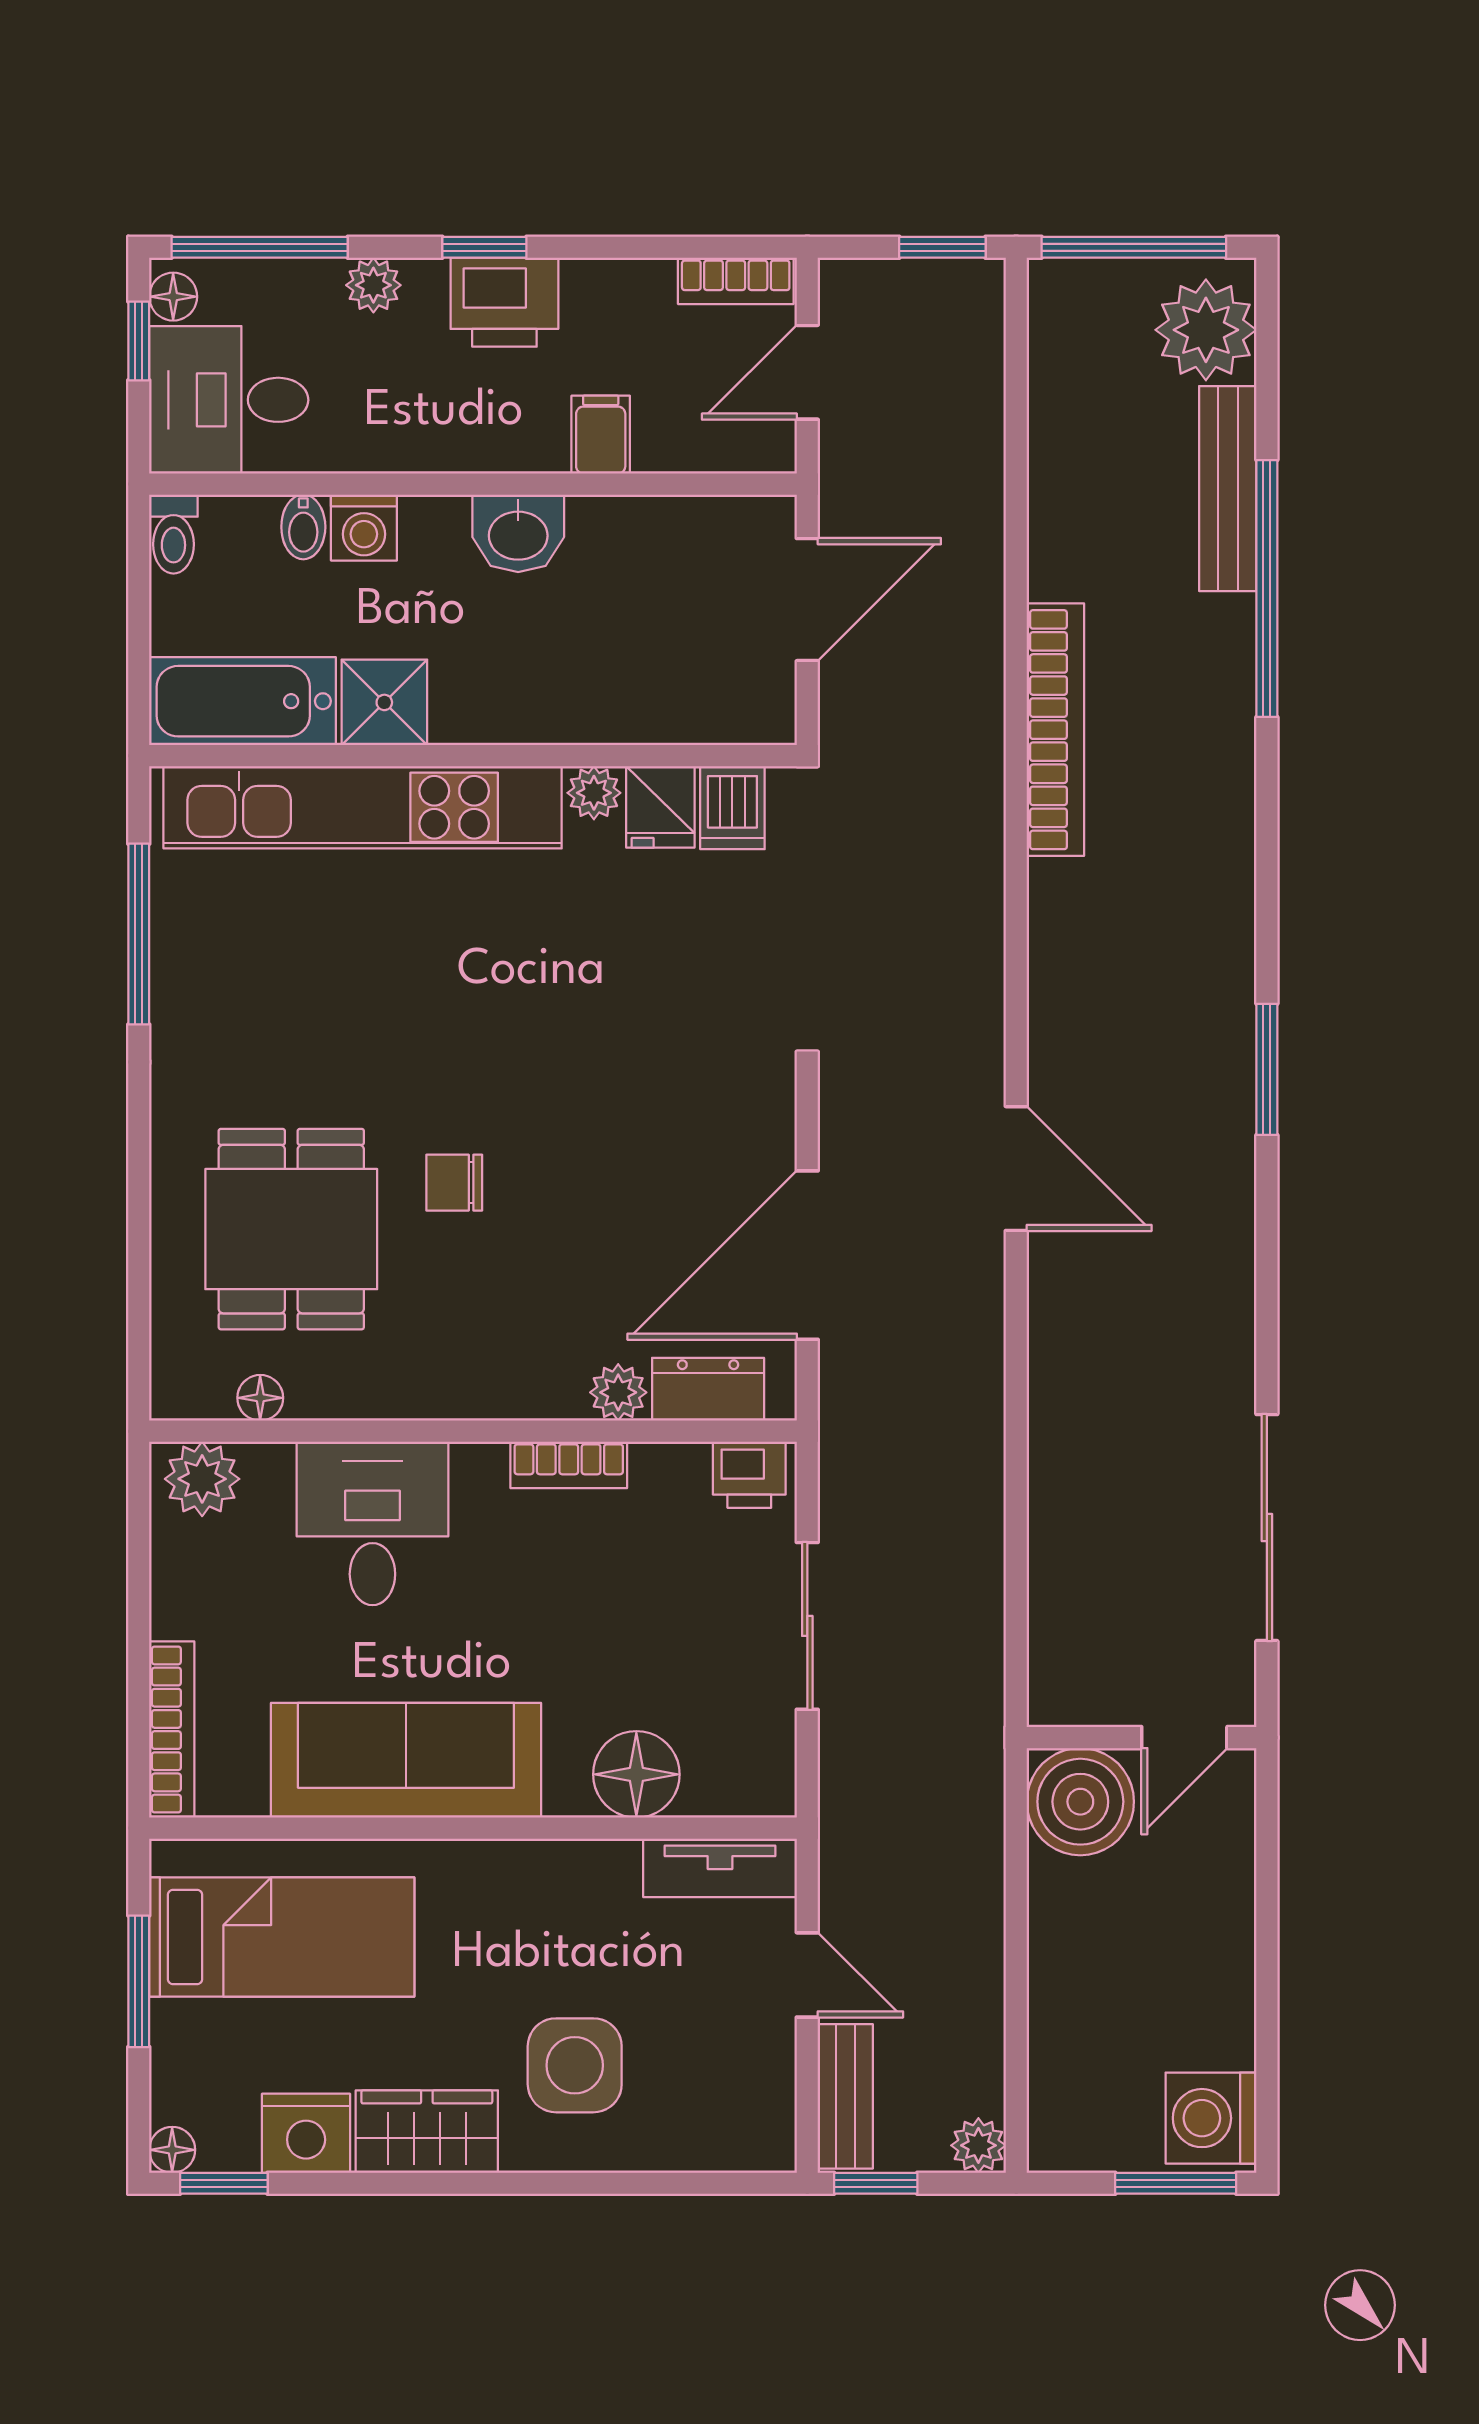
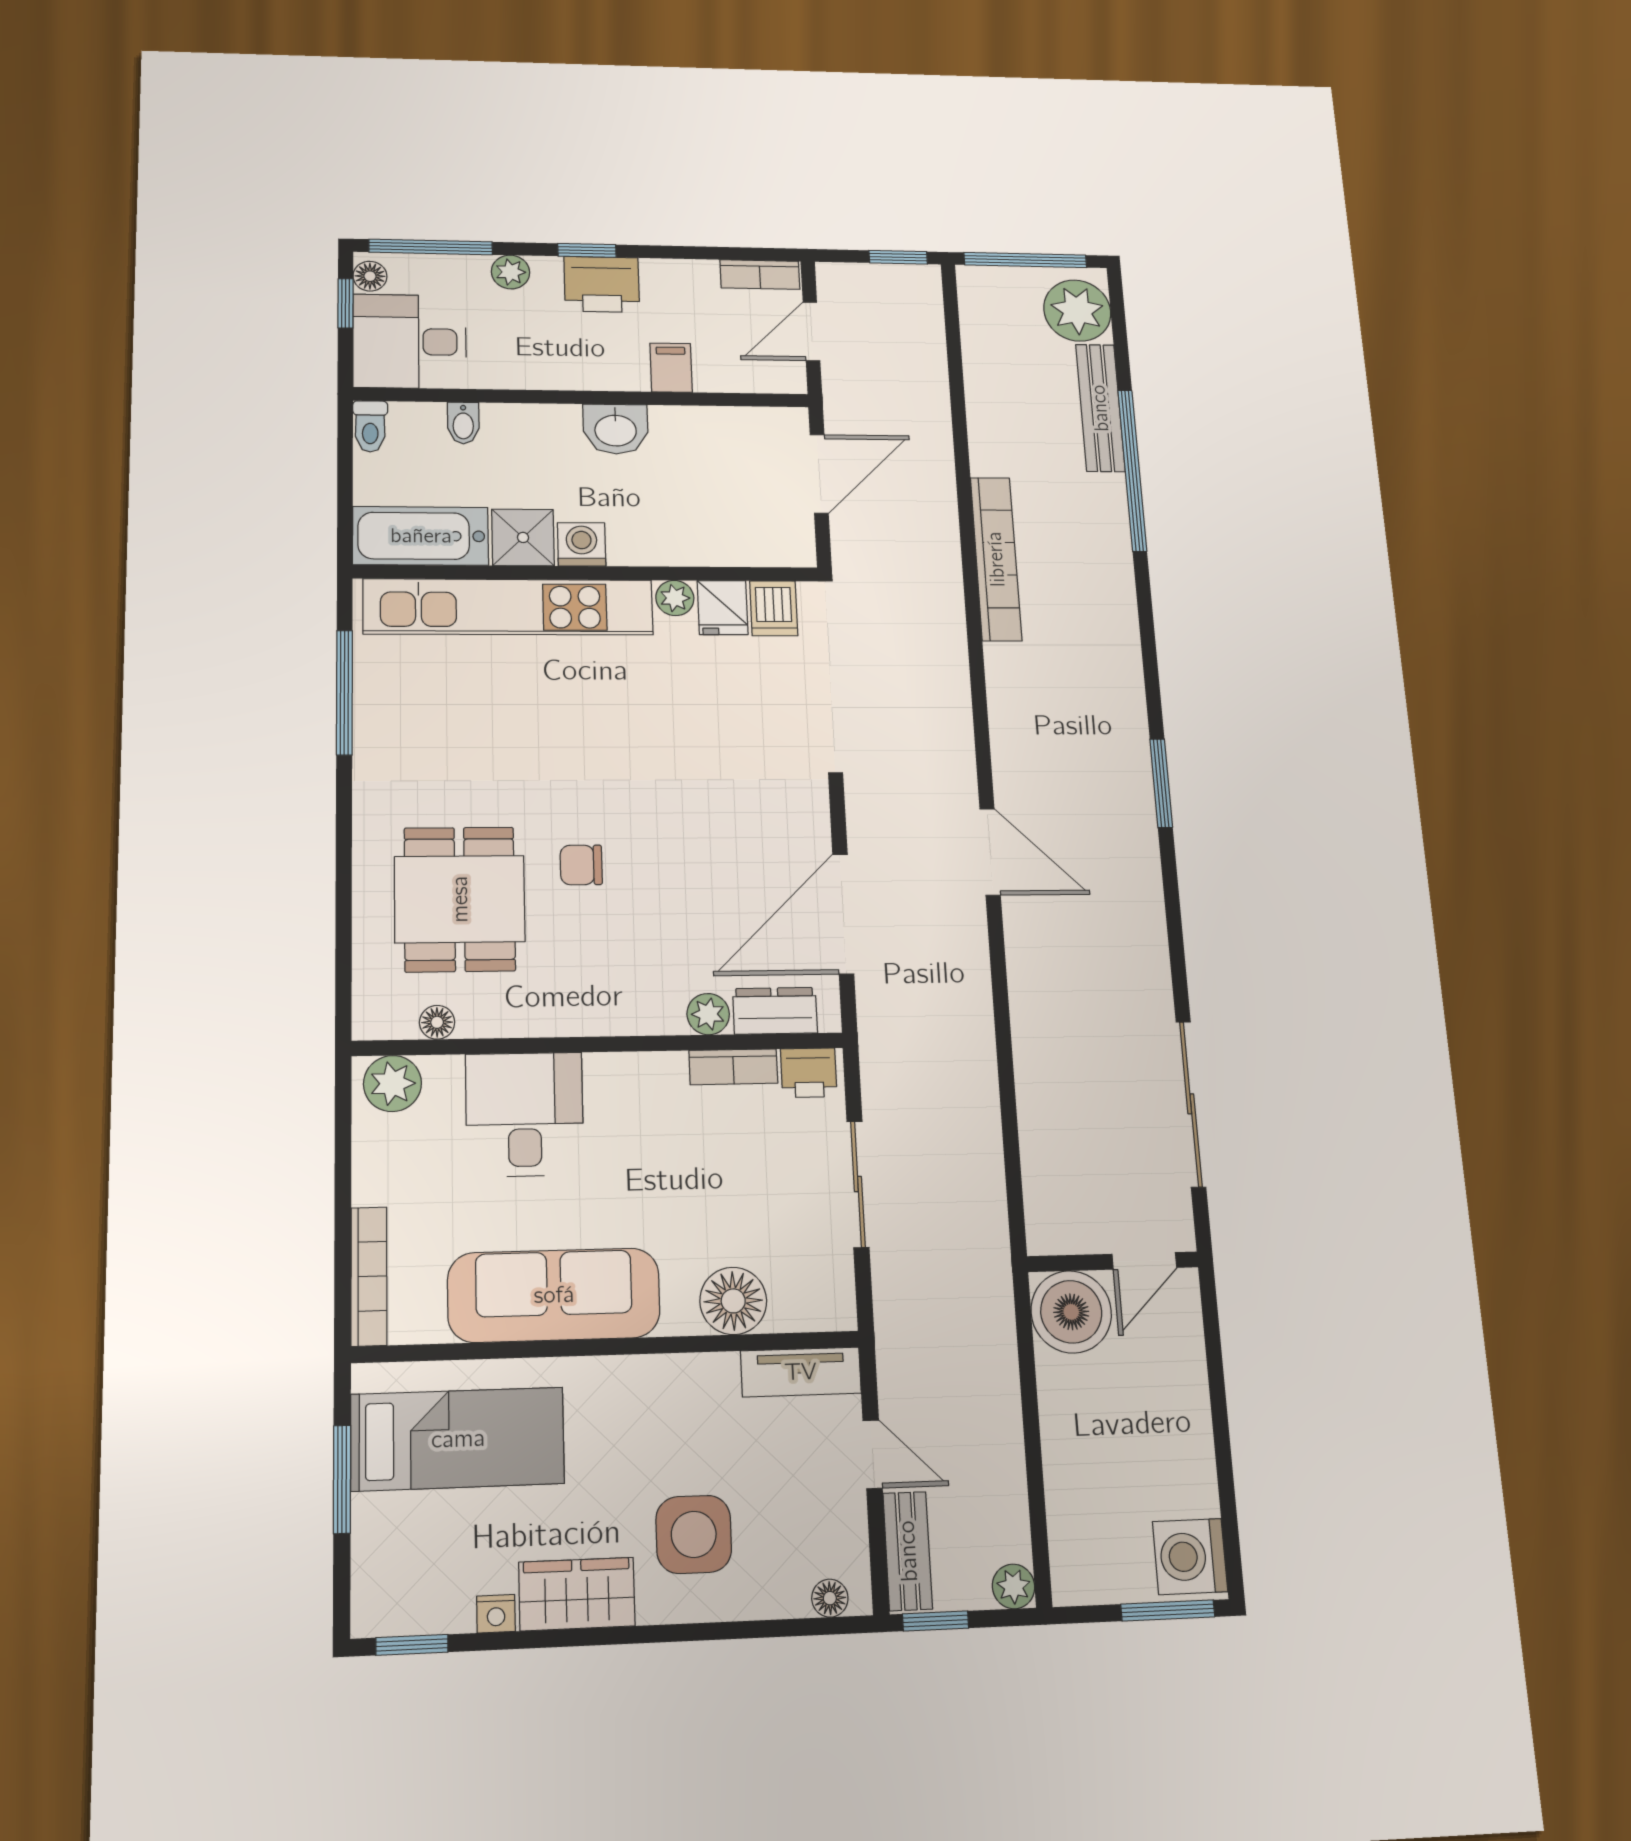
washing machine: (364, 528) -> (582, 544), moved, turned 180
bookcase: (569, 1465) -> (733, 1067), moved
nightstand: (306, 2133) -> (496, 1614), width x0.53, depth x0.56
floor lamp: (172, 2150) -> (830, 1598), moved

